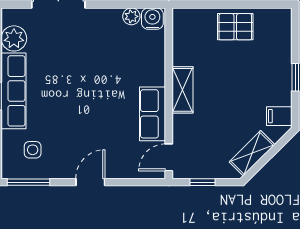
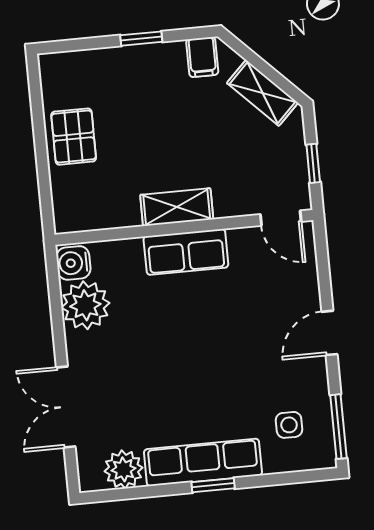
plant: (131, 16) -> (85, 305), width x1.88, depth x1.88
row of seats: (153, 114) -> (186, 252), moved
door: (90, 182) -> (329, 333), hinge flipped

